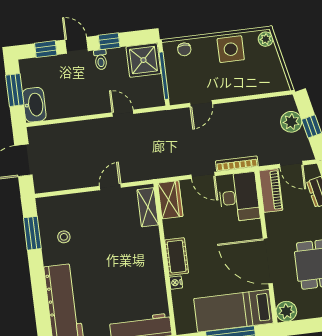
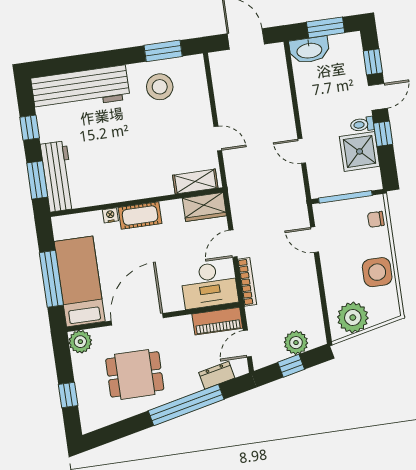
plant: (266, 39) -> (353, 318), moved, width x1.88, depth x1.88
shower: (143, 60) -> (360, 151), moved
door: (123, 113) -> (302, 151), swing flipped
stool: (64, 237) -> (160, 87), width x1.89, depth x1.89

